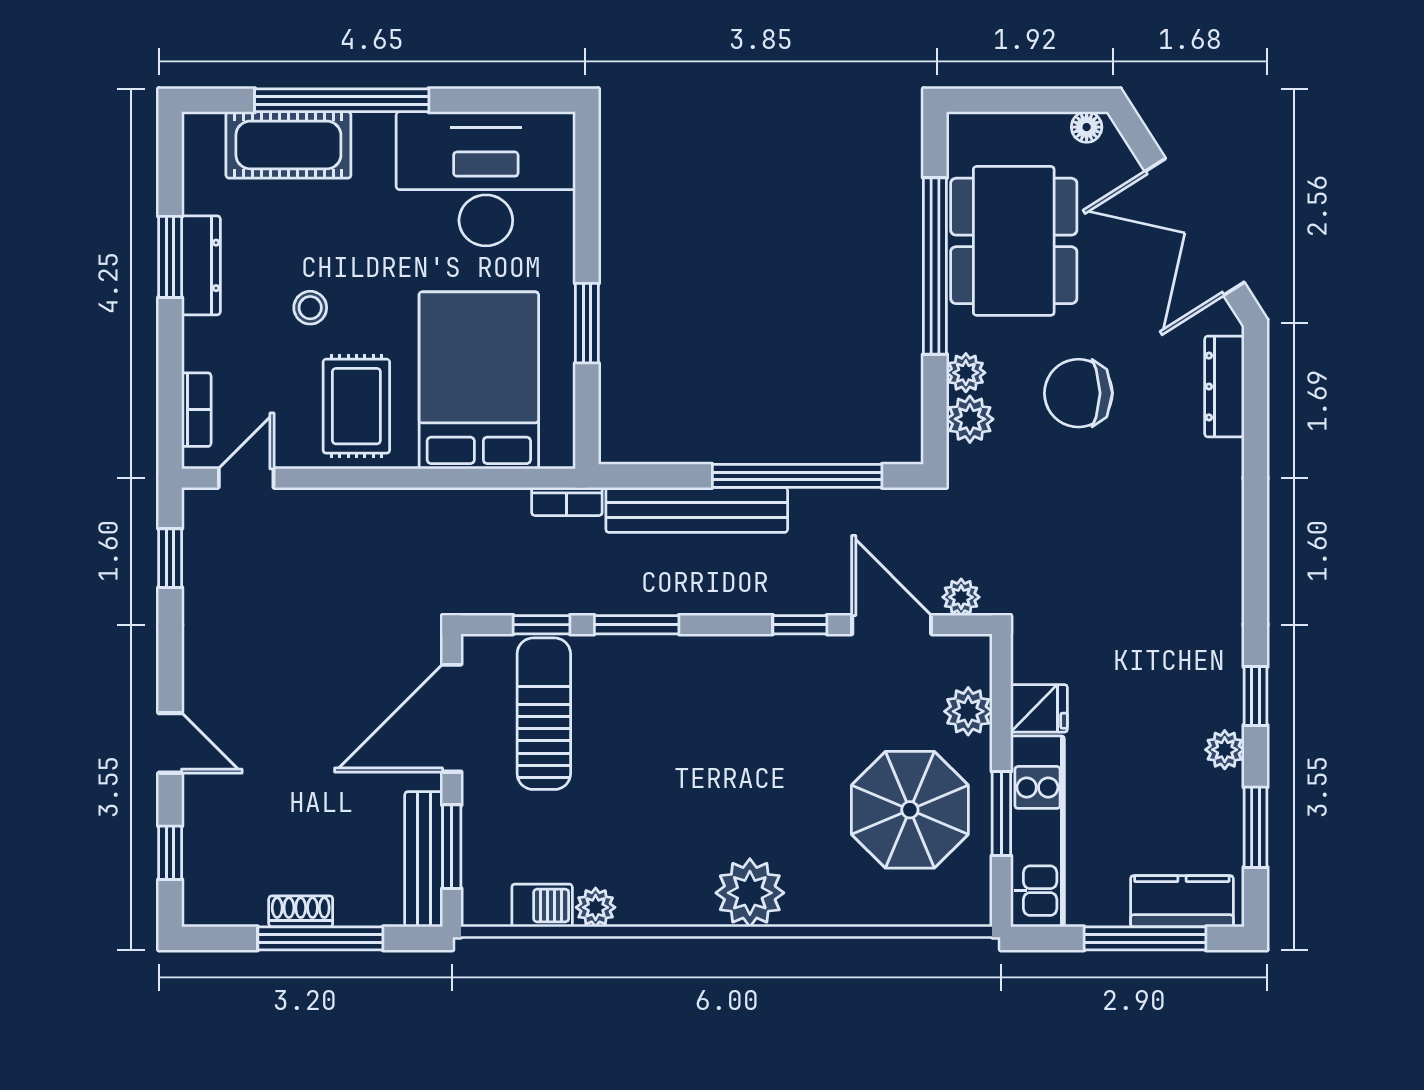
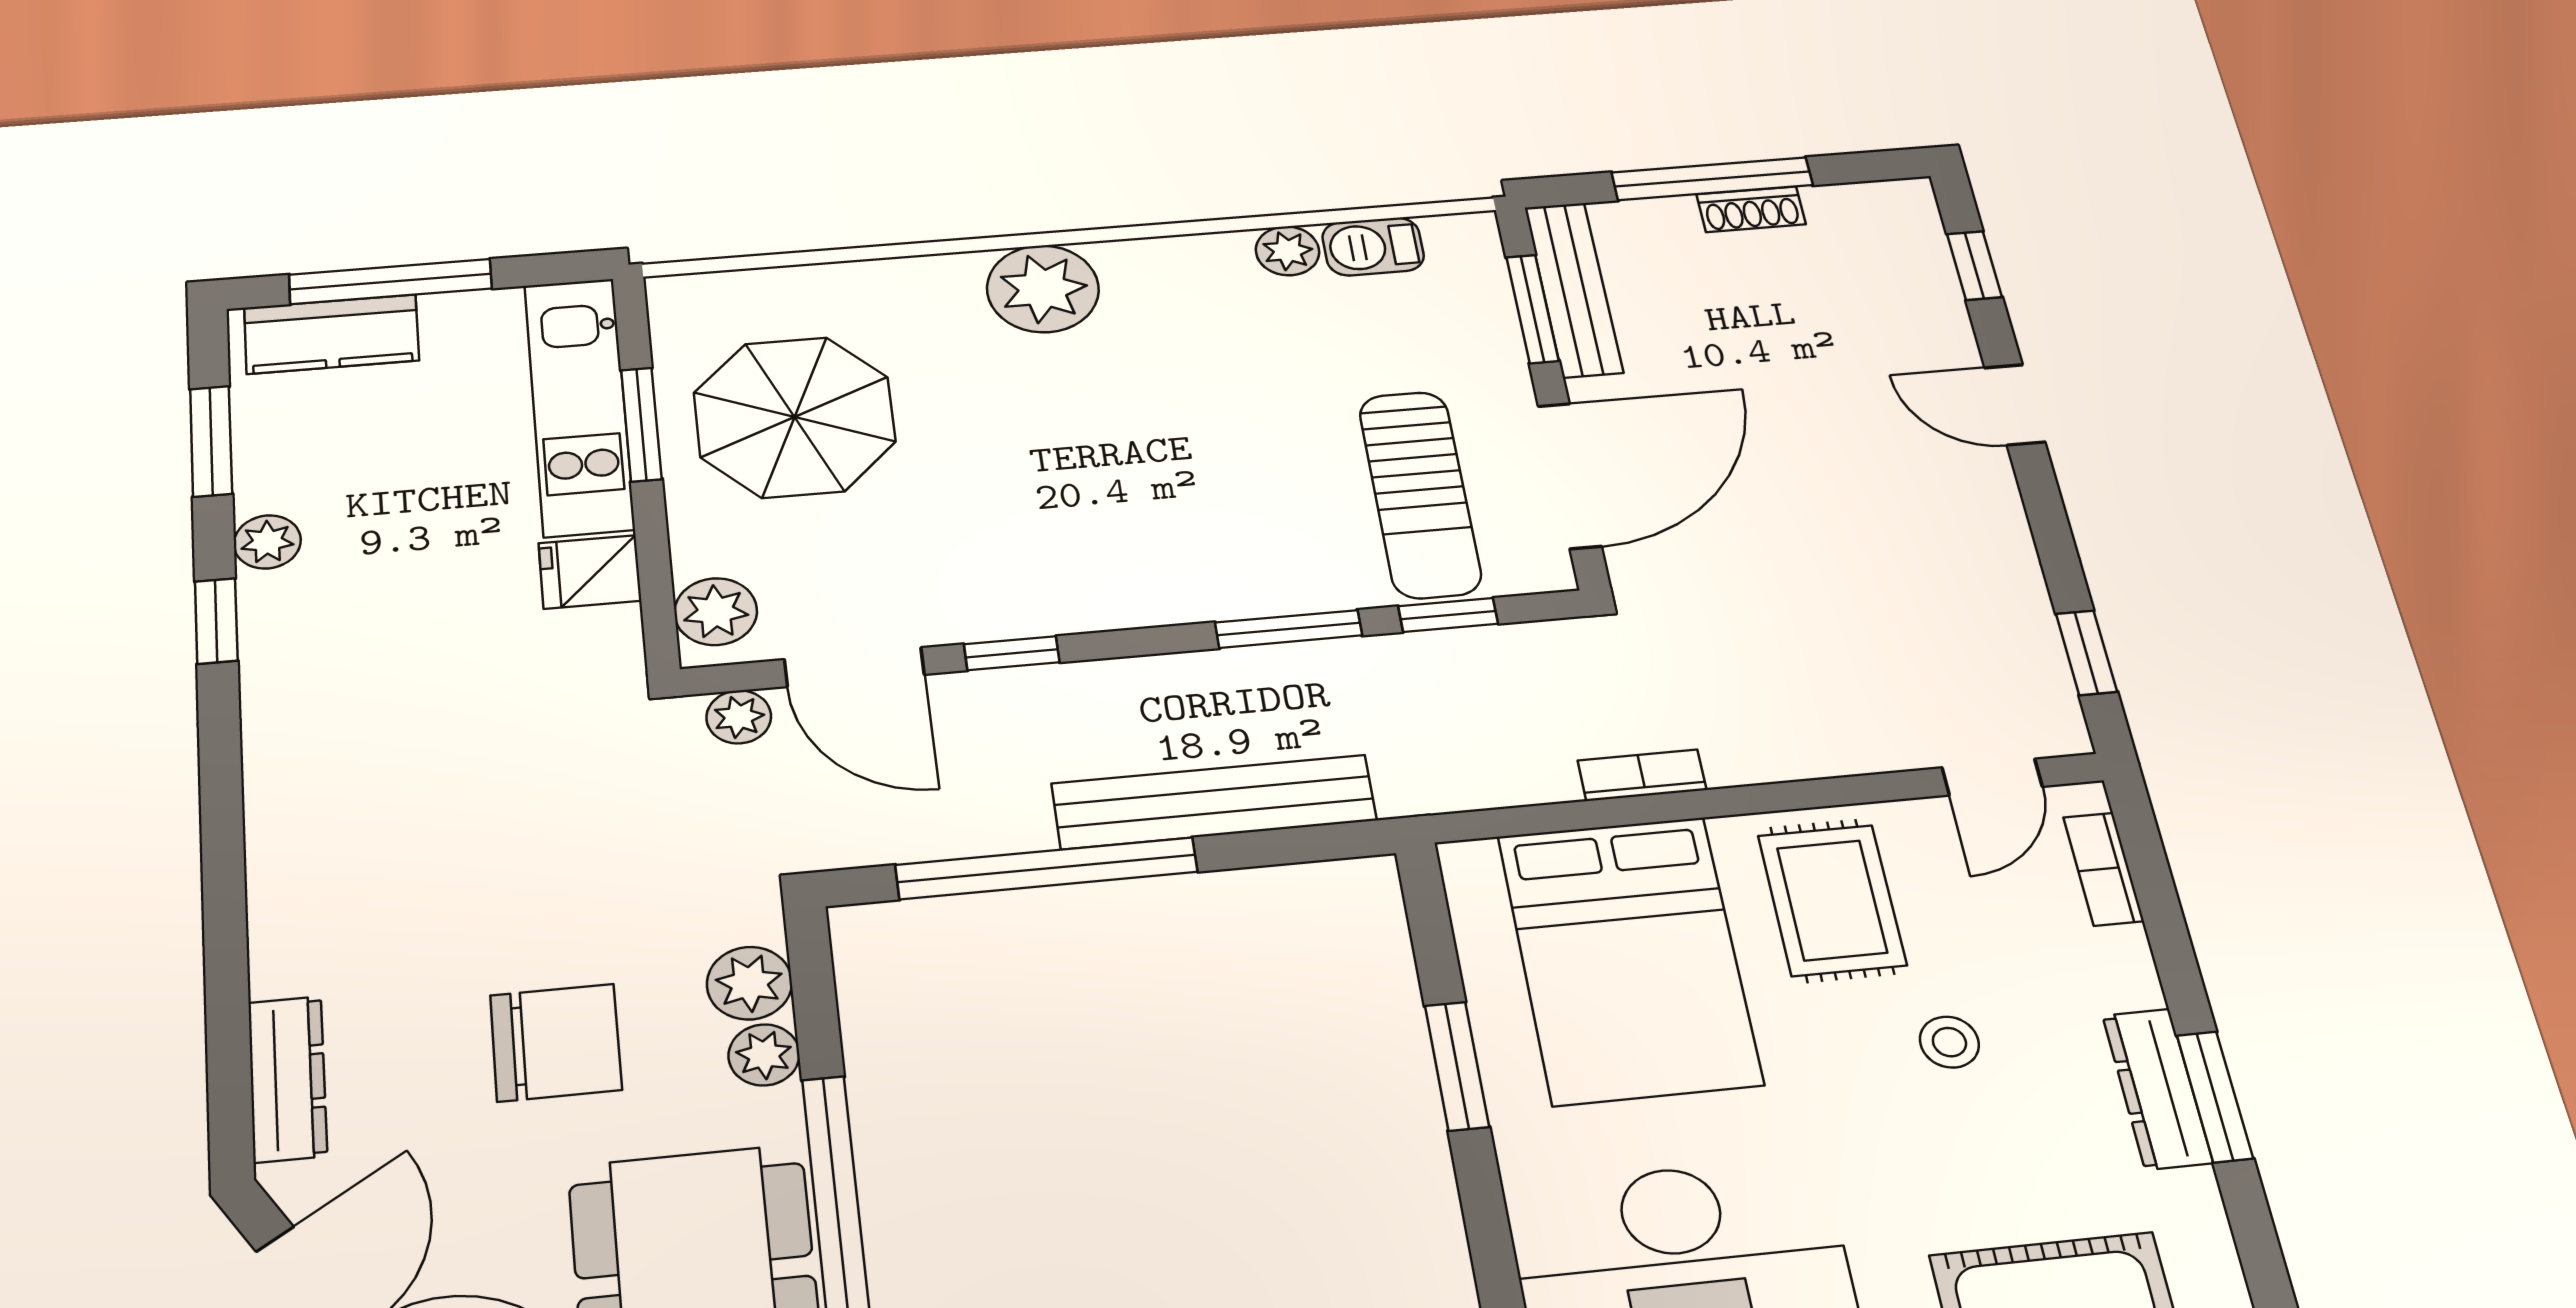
bookcase: (567, 501) -> (1642, 775), moved
plant: (968, 711) -> (716, 612), moved

